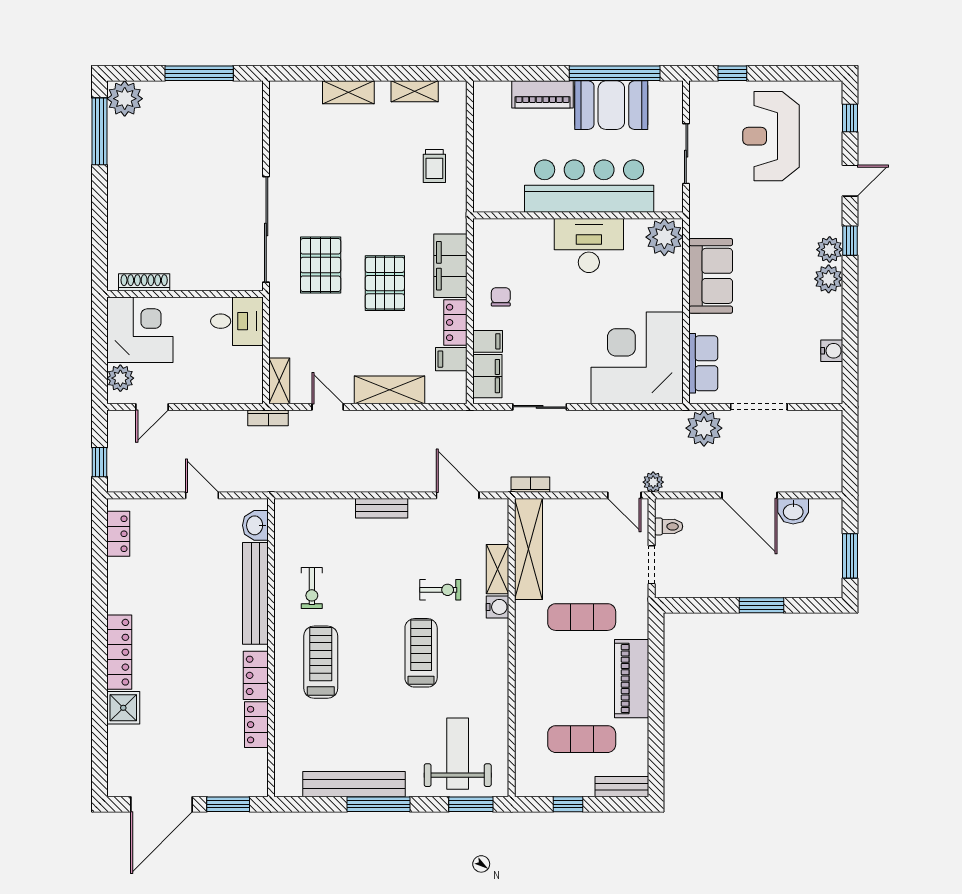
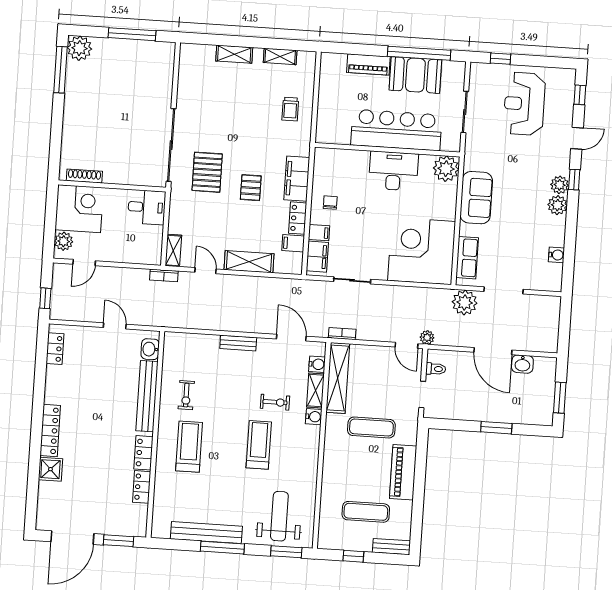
pallet: (385, 283) -> (251, 188), width x0.67, depth x0.71
water cooler: (497, 531) -> (317, 364), added

